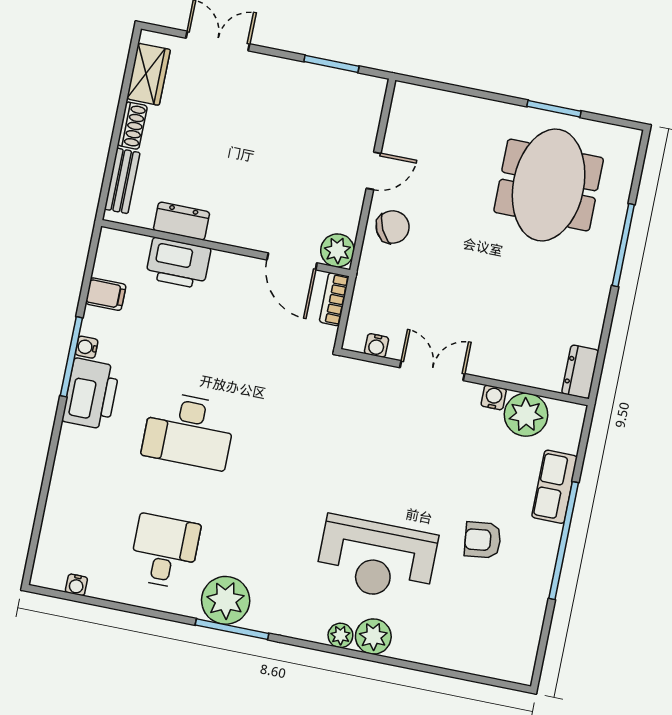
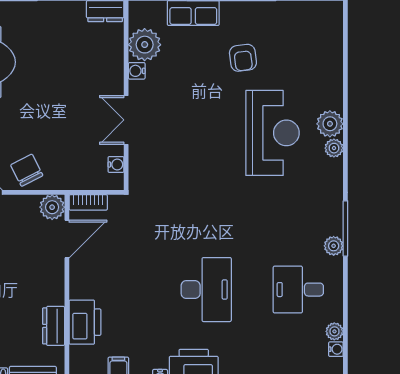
plant: (100, 588) -> (334, 331), added
plant: (226, 600) -> (334, 246), width x0.53, depth x0.53

